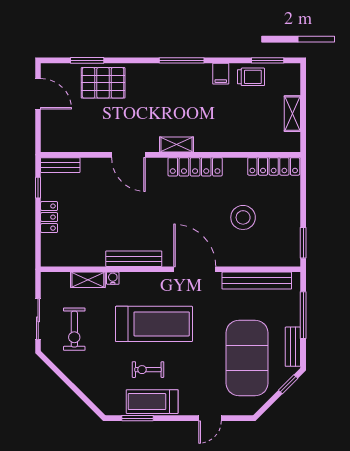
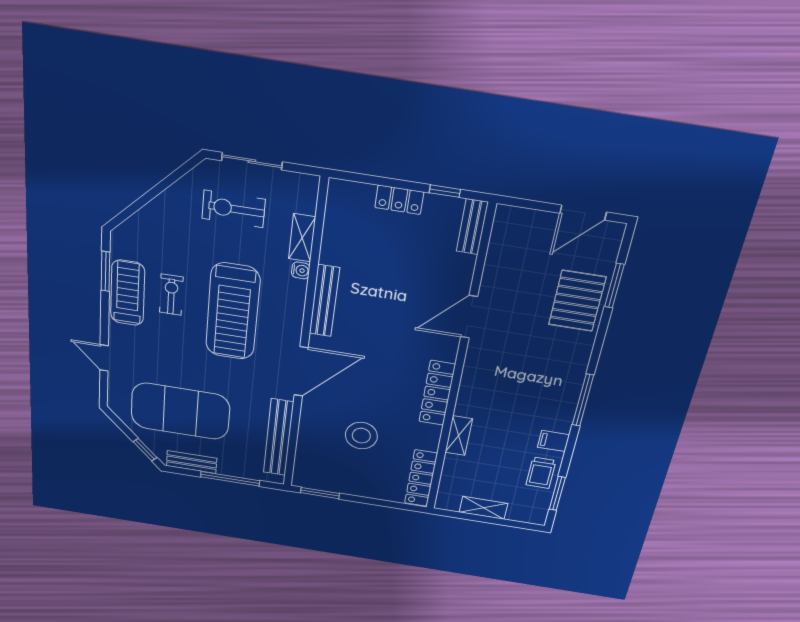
shelving: (176, 145) -> (459, 436), moved

